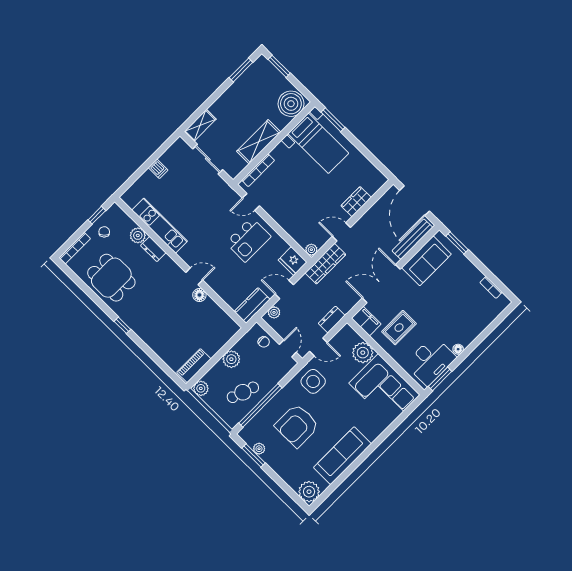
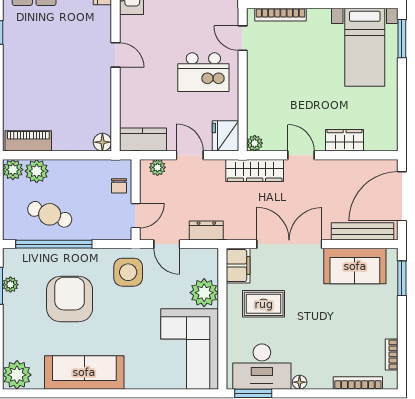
floor lamp: (199, 295) -> (102, 142), moved
bookcase: (489, 319) -> (358, 383), added
plant: (231, 359) -> (37, 171), moved
armchair: (297, 425) -> (70, 299), turned 90

